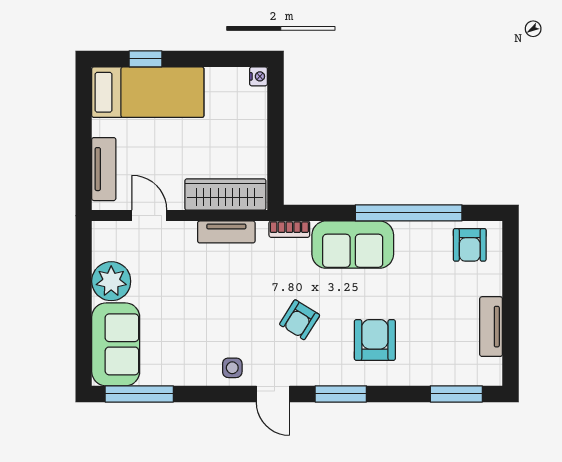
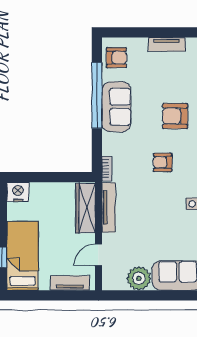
nightstand: (258, 76) -> (18, 192), width x1.89, depth x1.79
tv unit: (226, 232) -> (109, 207), width x1.41
sofa: (353, 245) -> (116, 107), moved
armchair: (300, 320) -> (163, 162), turned 148

